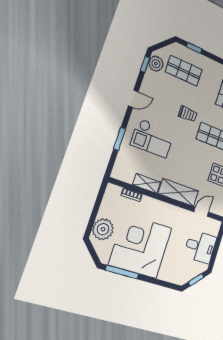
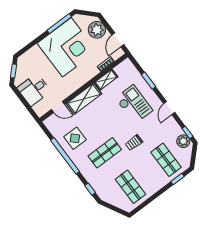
shop shelf: (184, 71) -> (166, 160), turned 90
checkout: (152, 138) -> (134, 104), turned 90
door: (99, 200) -> (118, 40), added
door: (201, 212) -> (58, 107), hinge flipped

